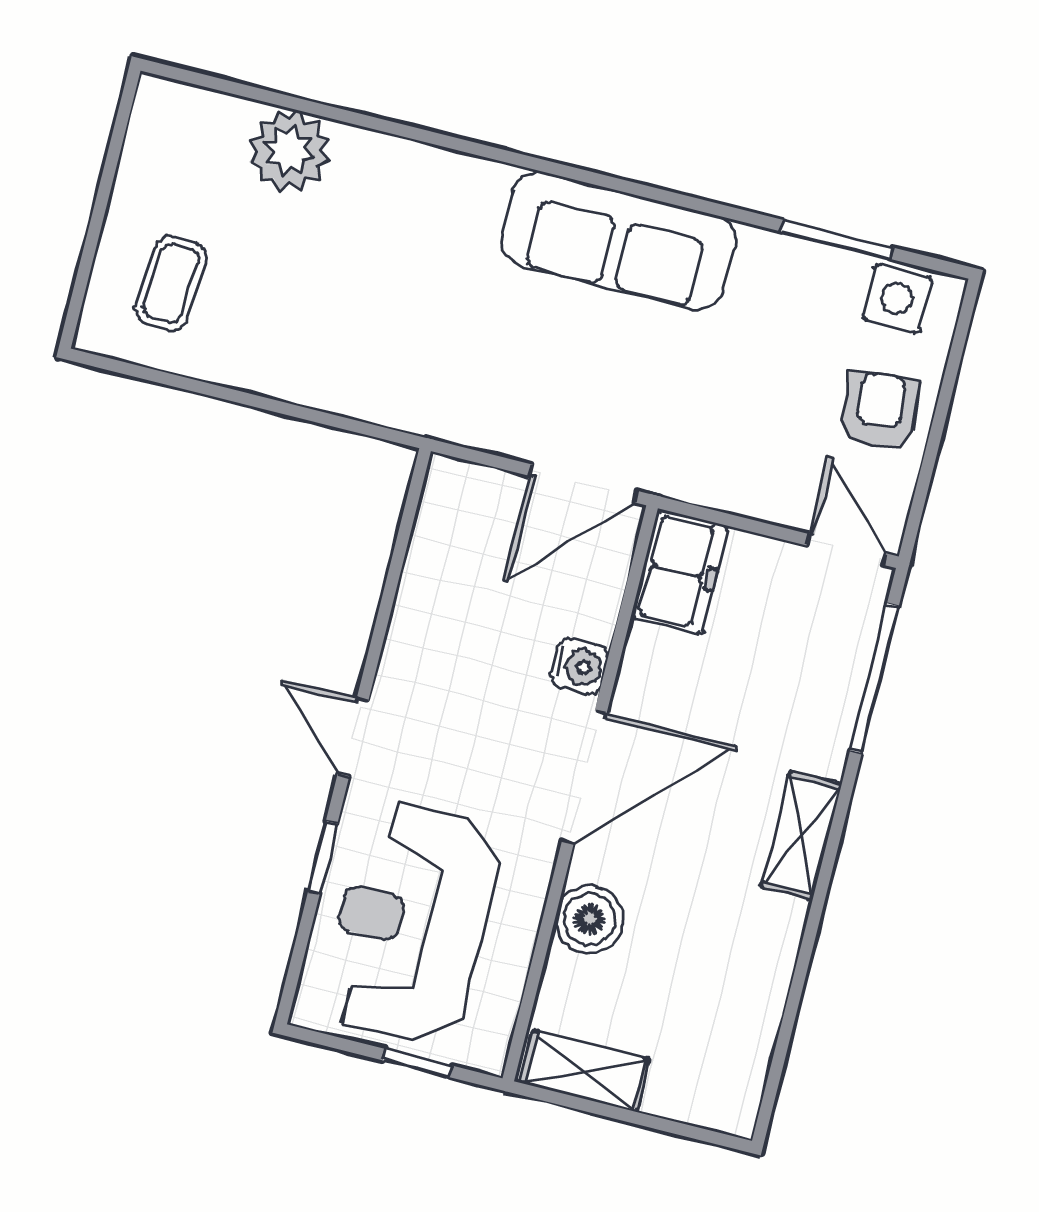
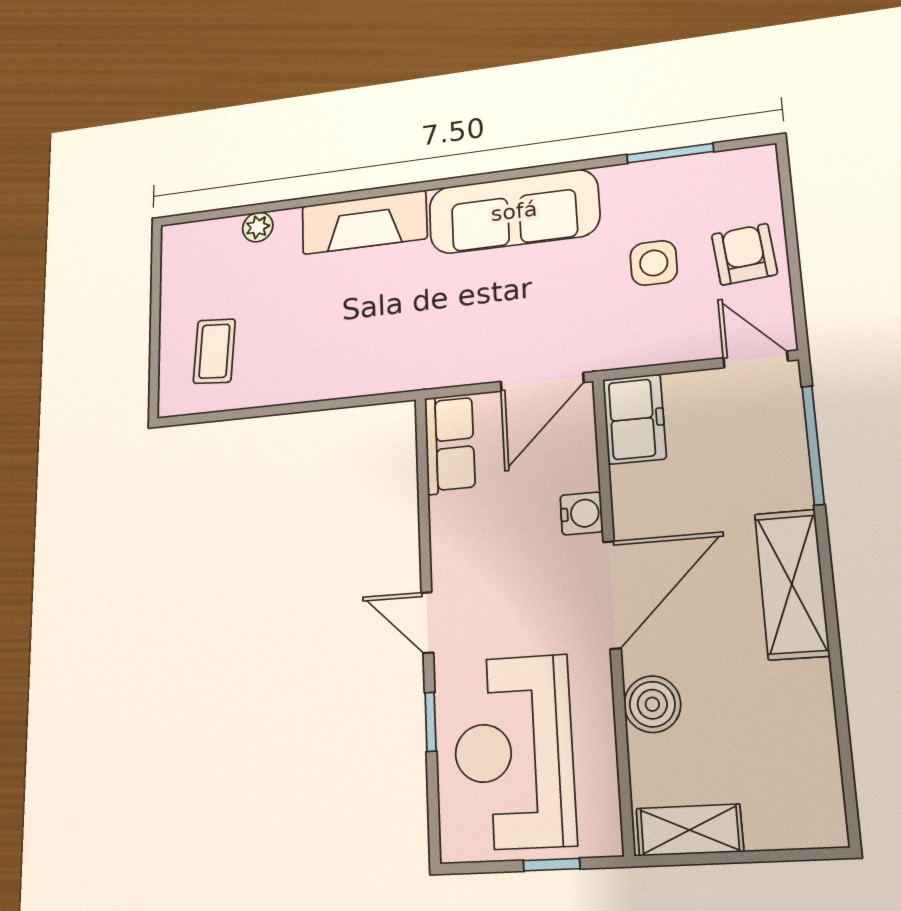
plant: (289, 151) -> (258, 227), width x0.53, depth x0.53
fireplace: (420, 178) -> (364, 222), added
side table: (897, 299) -> (654, 263), moved
row of seats: (445, 522) -> (450, 444), added
shelving: (801, 835) -> (792, 584), width x1.50, depth x1.33

